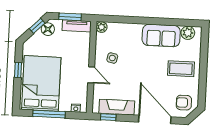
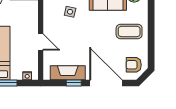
side table: (112, 58) -> (70, 12), moved
window: (108, 117) -> (74, 83), moved

